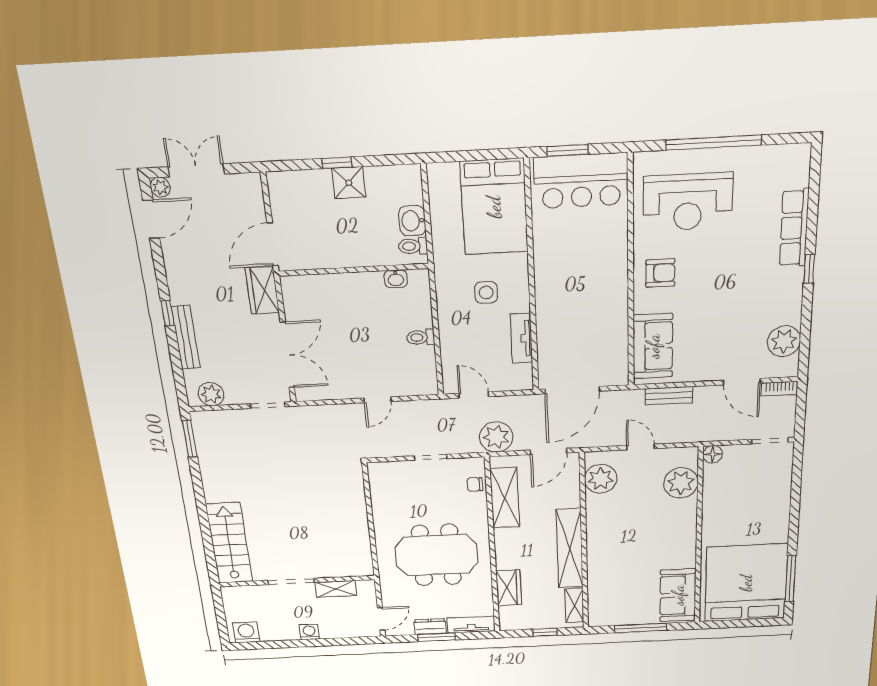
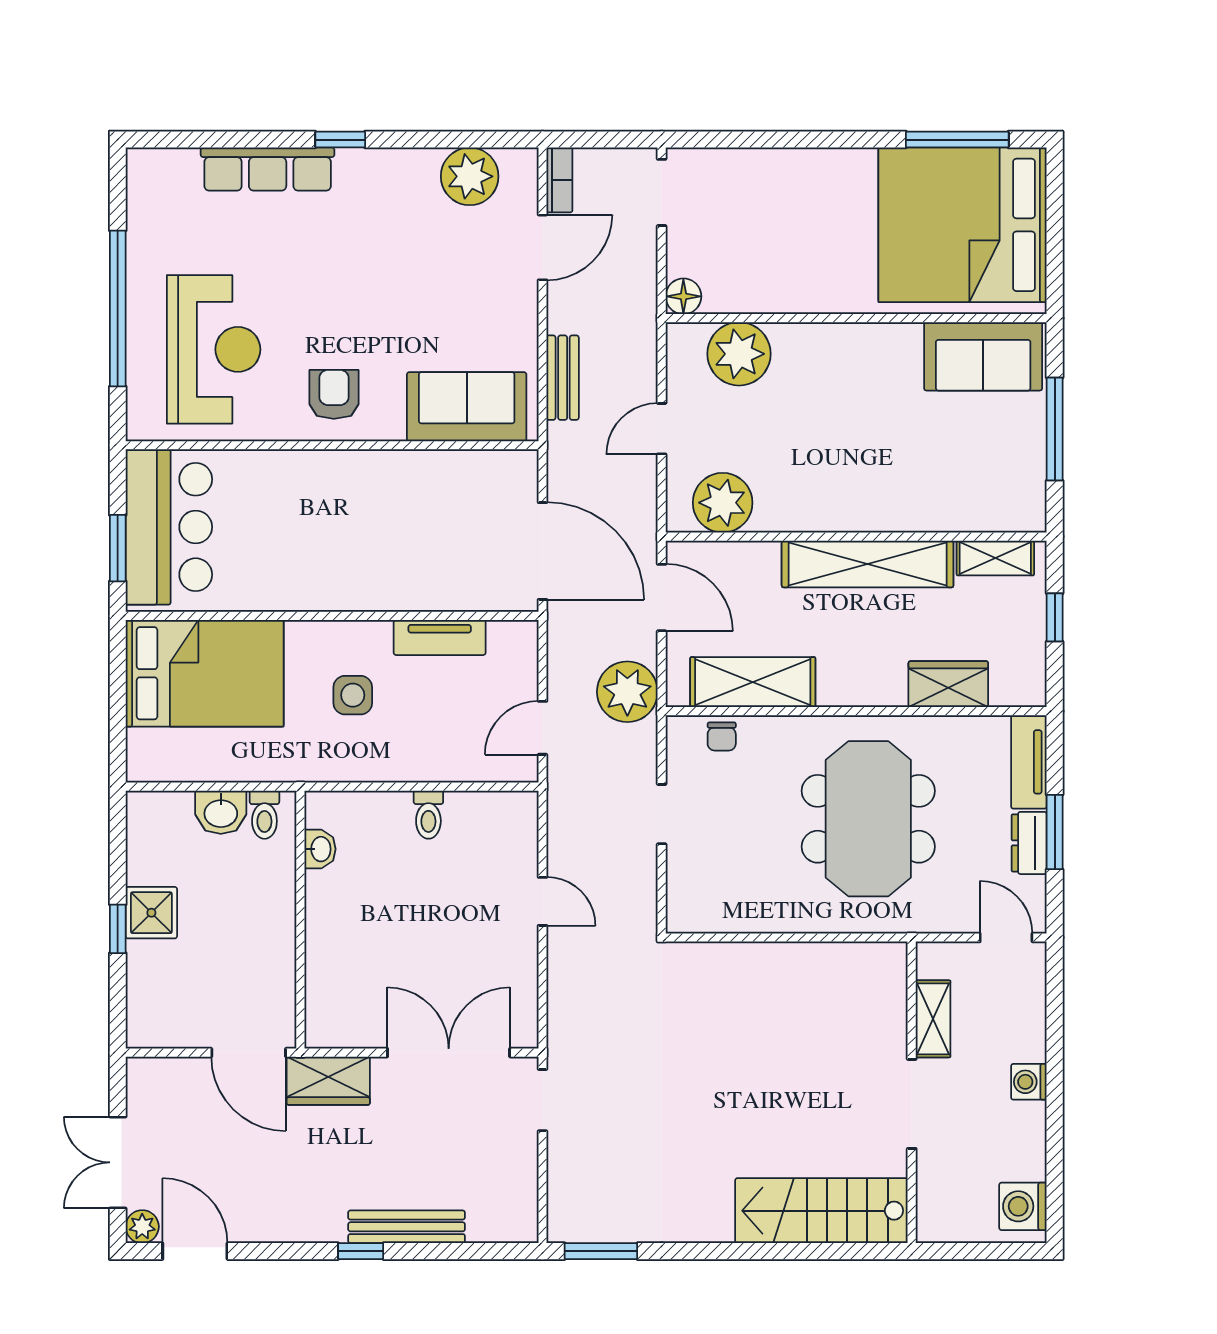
plant: (211, 394) -> (516, 1199), removed

